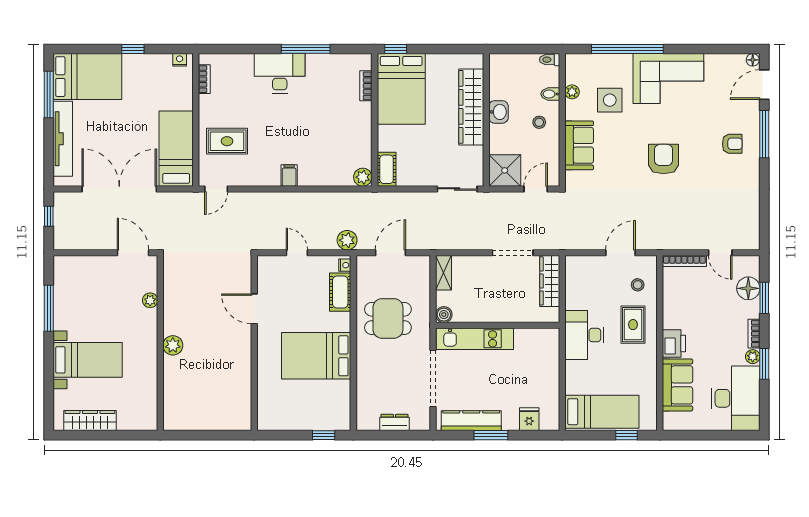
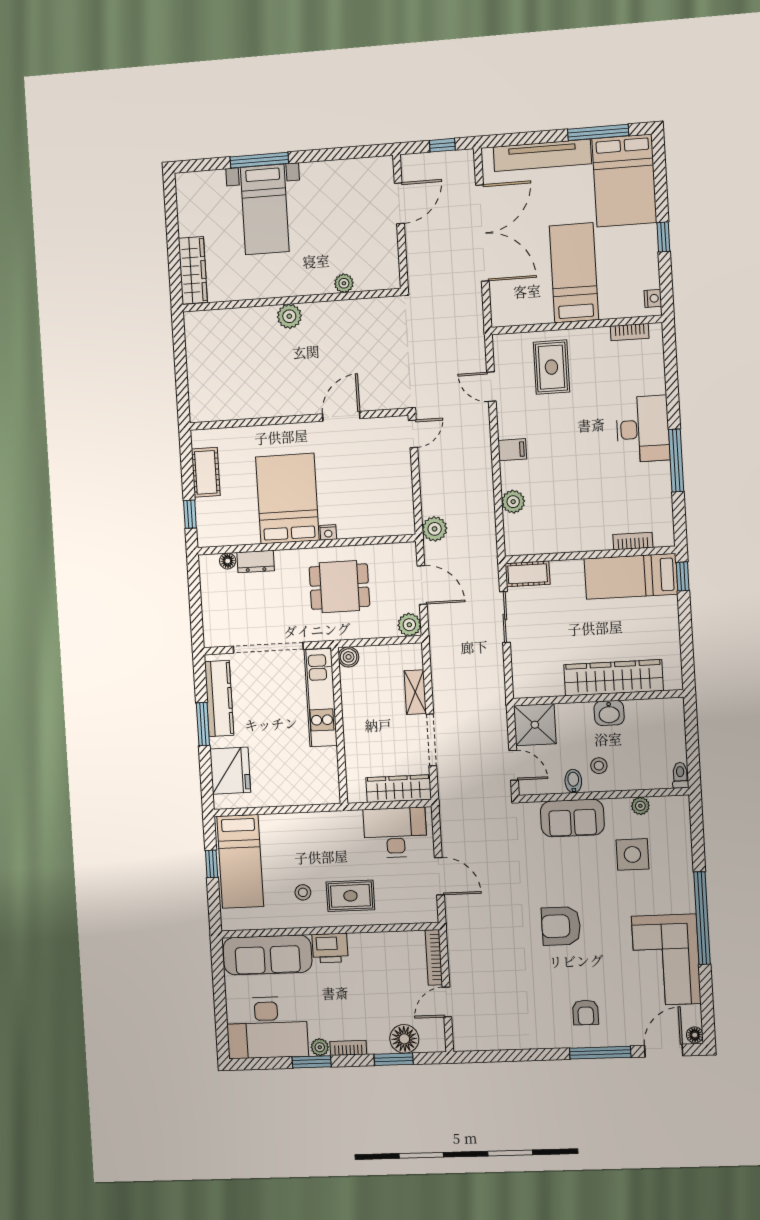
window: (627, 49) -> (702, 918), moved
corner sofa: (668, 79) -> (666, 960), moved
door: (764, 85) -> (664, 1051), hinge flipped
bed: (401, 89) -> (631, 576), width x0.67
bidet: (550, 94) -> (573, 781), moved
bed: (176, 149) -> (574, 273), moved, turned -90
armchair: (664, 159) -> (561, 926), turned 180
plant: (363, 177) -> (513, 502), moved
door: (216, 189) -> (491, 387), moved
sliding door: (457, 189) -> (505, 617), moved
door: (133, 253) -> (399, 203), moved
door: (297, 253) -> (413, 434), moved
nightstand: (345, 265) -> (328, 532), moved
plant: (421, 265) -> (409, 625), added
shelving: (444, 273) -> (415, 692), moved, turned 90
stool: (638, 285) -> (303, 892), moved
cot: (340, 292) -> (206, 472), moved, turned 90
window: (49, 308) -> (259, 160), moved
dining table: (388, 318) -> (339, 587), turned 90
desk: (584, 335) -> (395, 833), moved
sofa: (677, 385) -> (267, 955), width x1.36
floor lamp: (362, 407) -> (228, 561), added
fridge: (529, 419) -> (230, 771), width x1.88, depth x1.34
wardrobe: (90, 421) -> (193, 270), moved
dresser: (394, 422) -> (256, 561), moved, turned 90
window: (626, 435) -> (212, 864), moved

